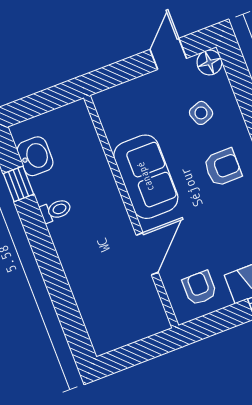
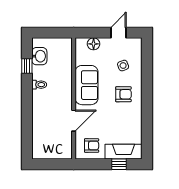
floor lamp: (209, 62) -> (94, 44), moved
armchair: (200, 288) -> (92, 146), turned 90

